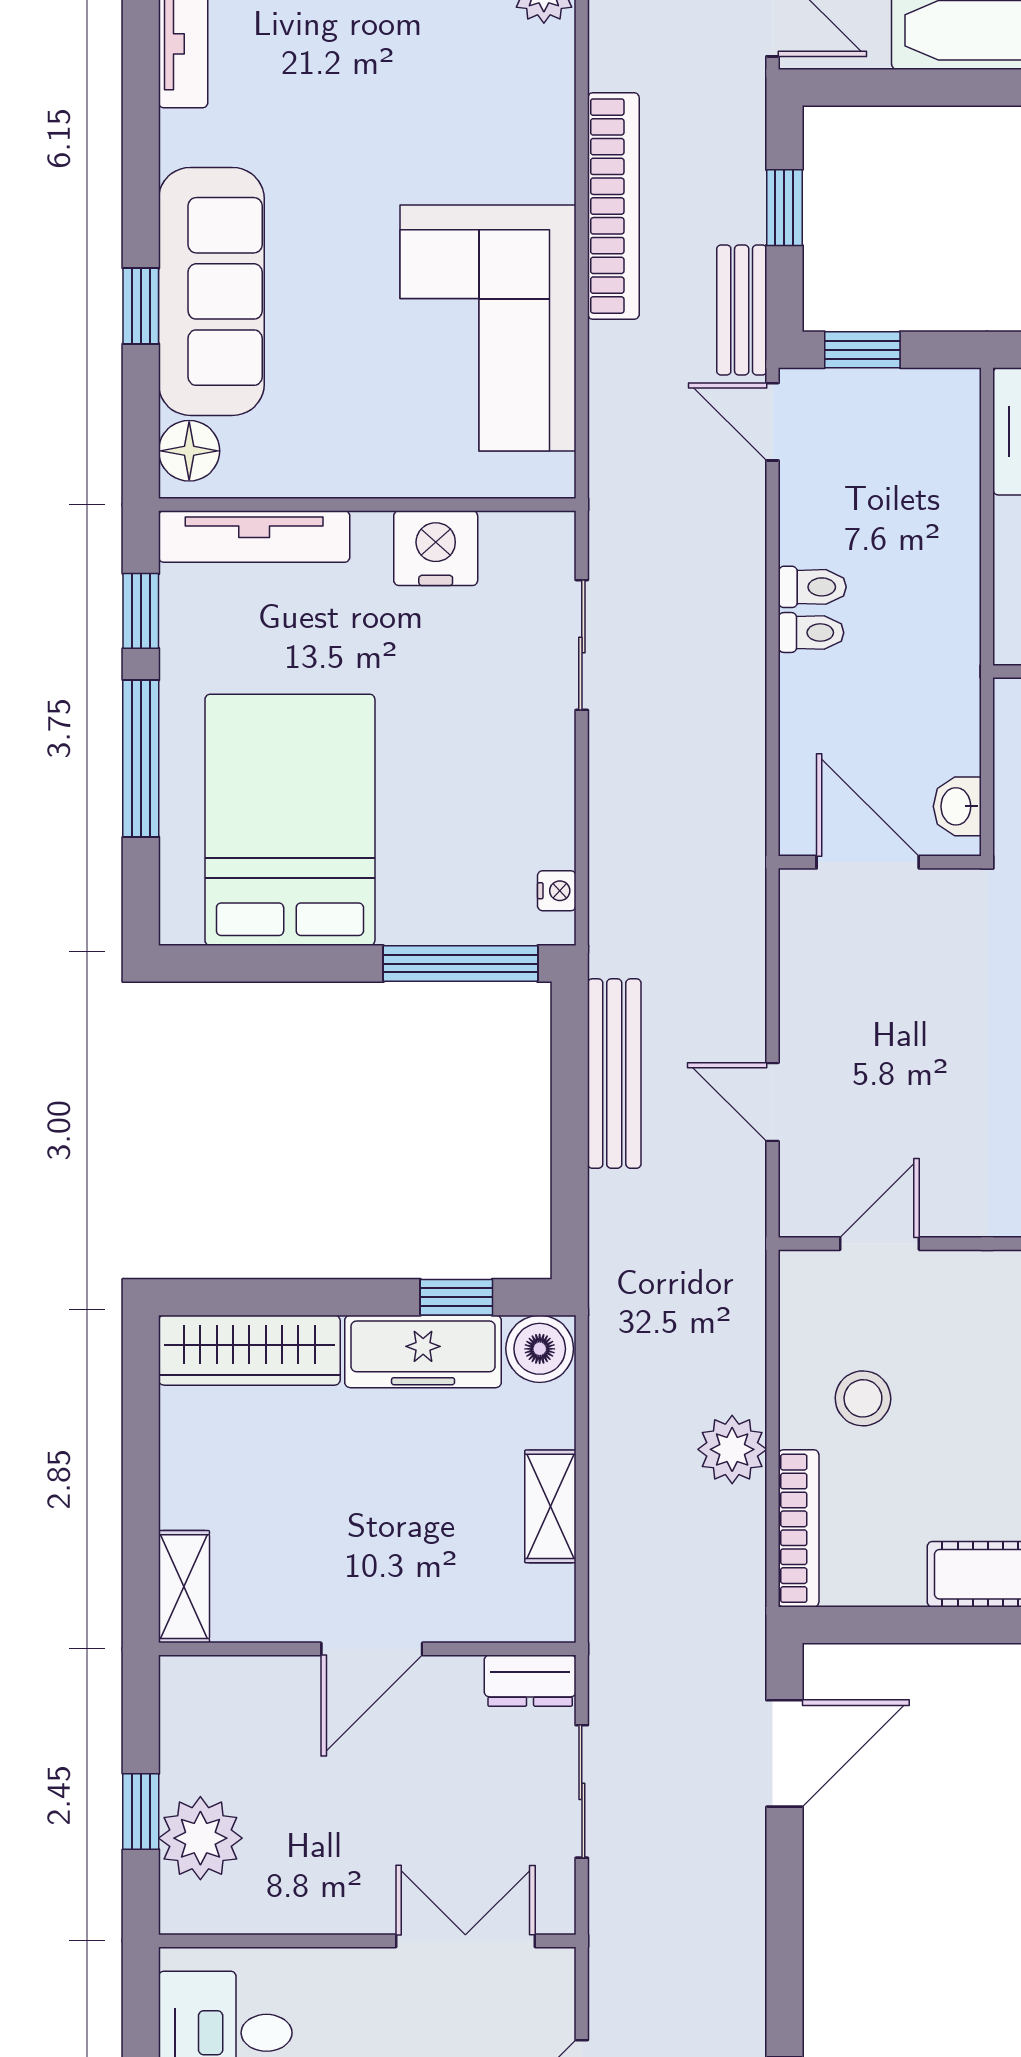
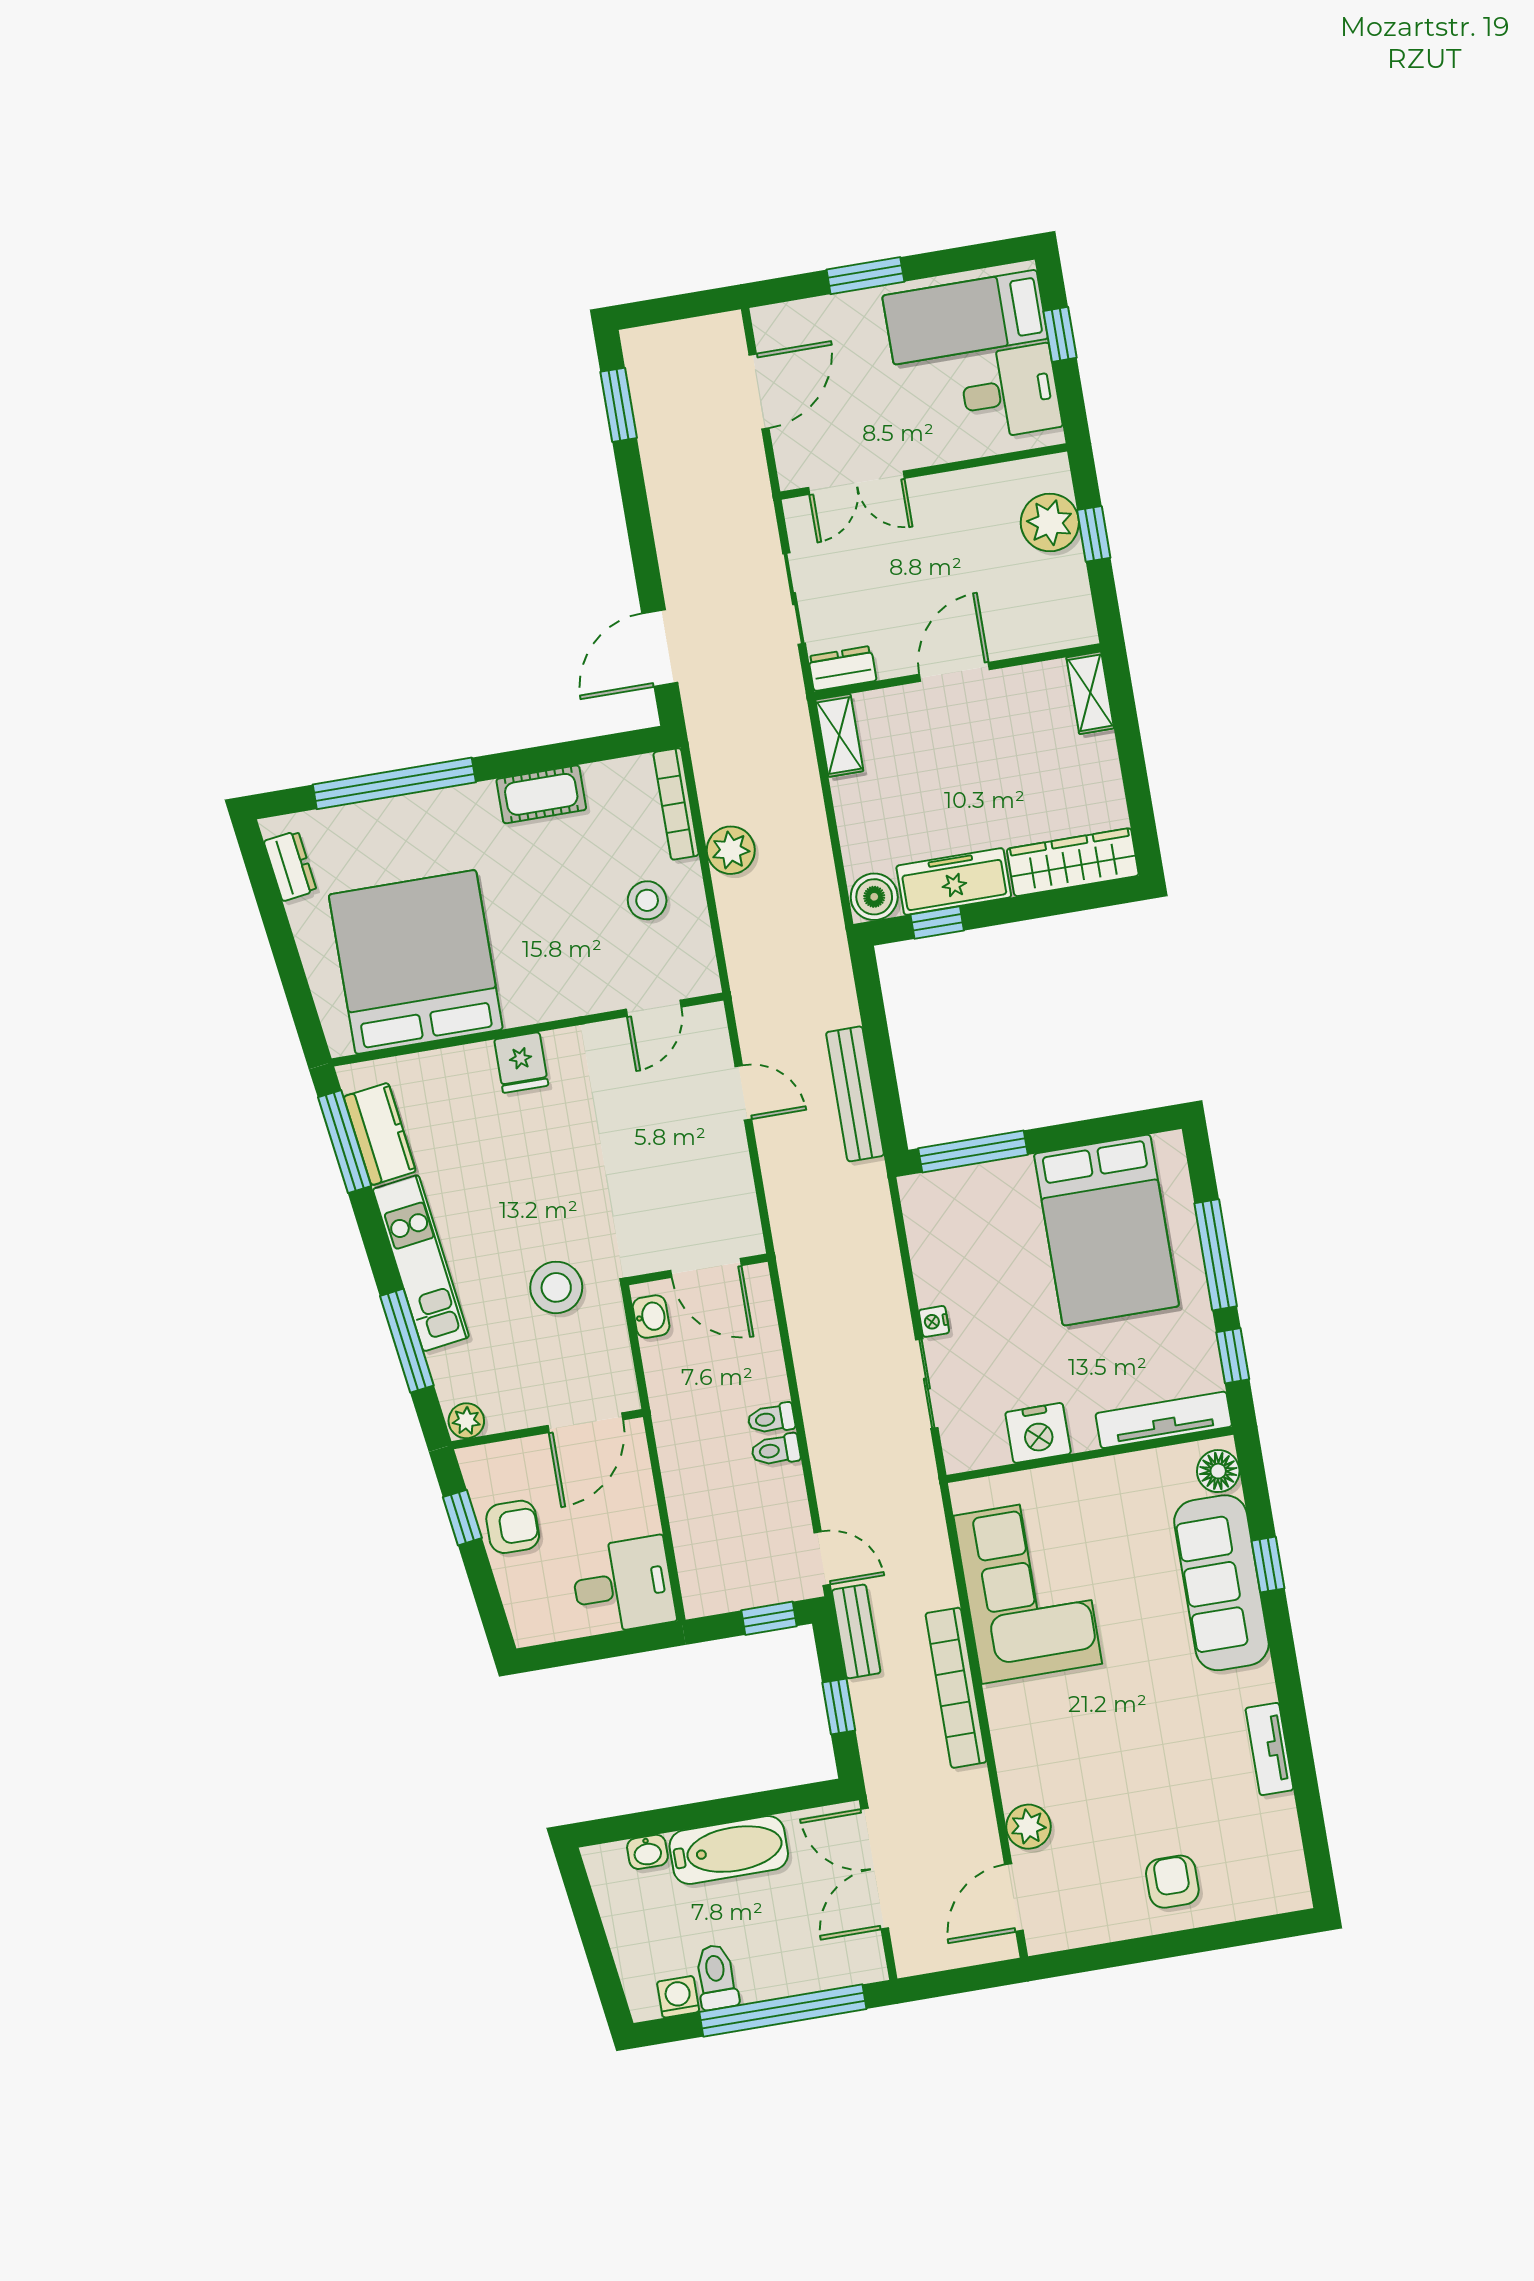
nightstand: (557, 891) -> (934, 1321), moved
shelving: (550, 1506) -> (839, 735), moved

